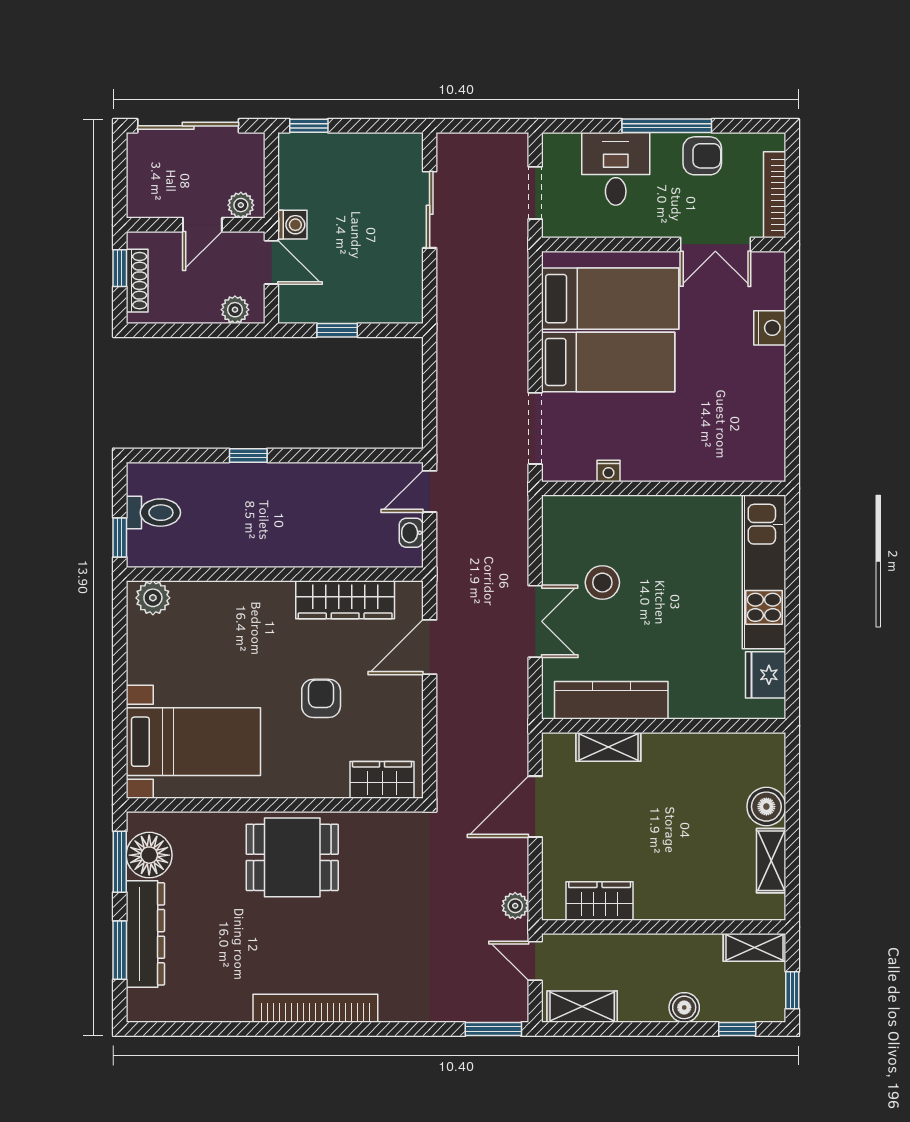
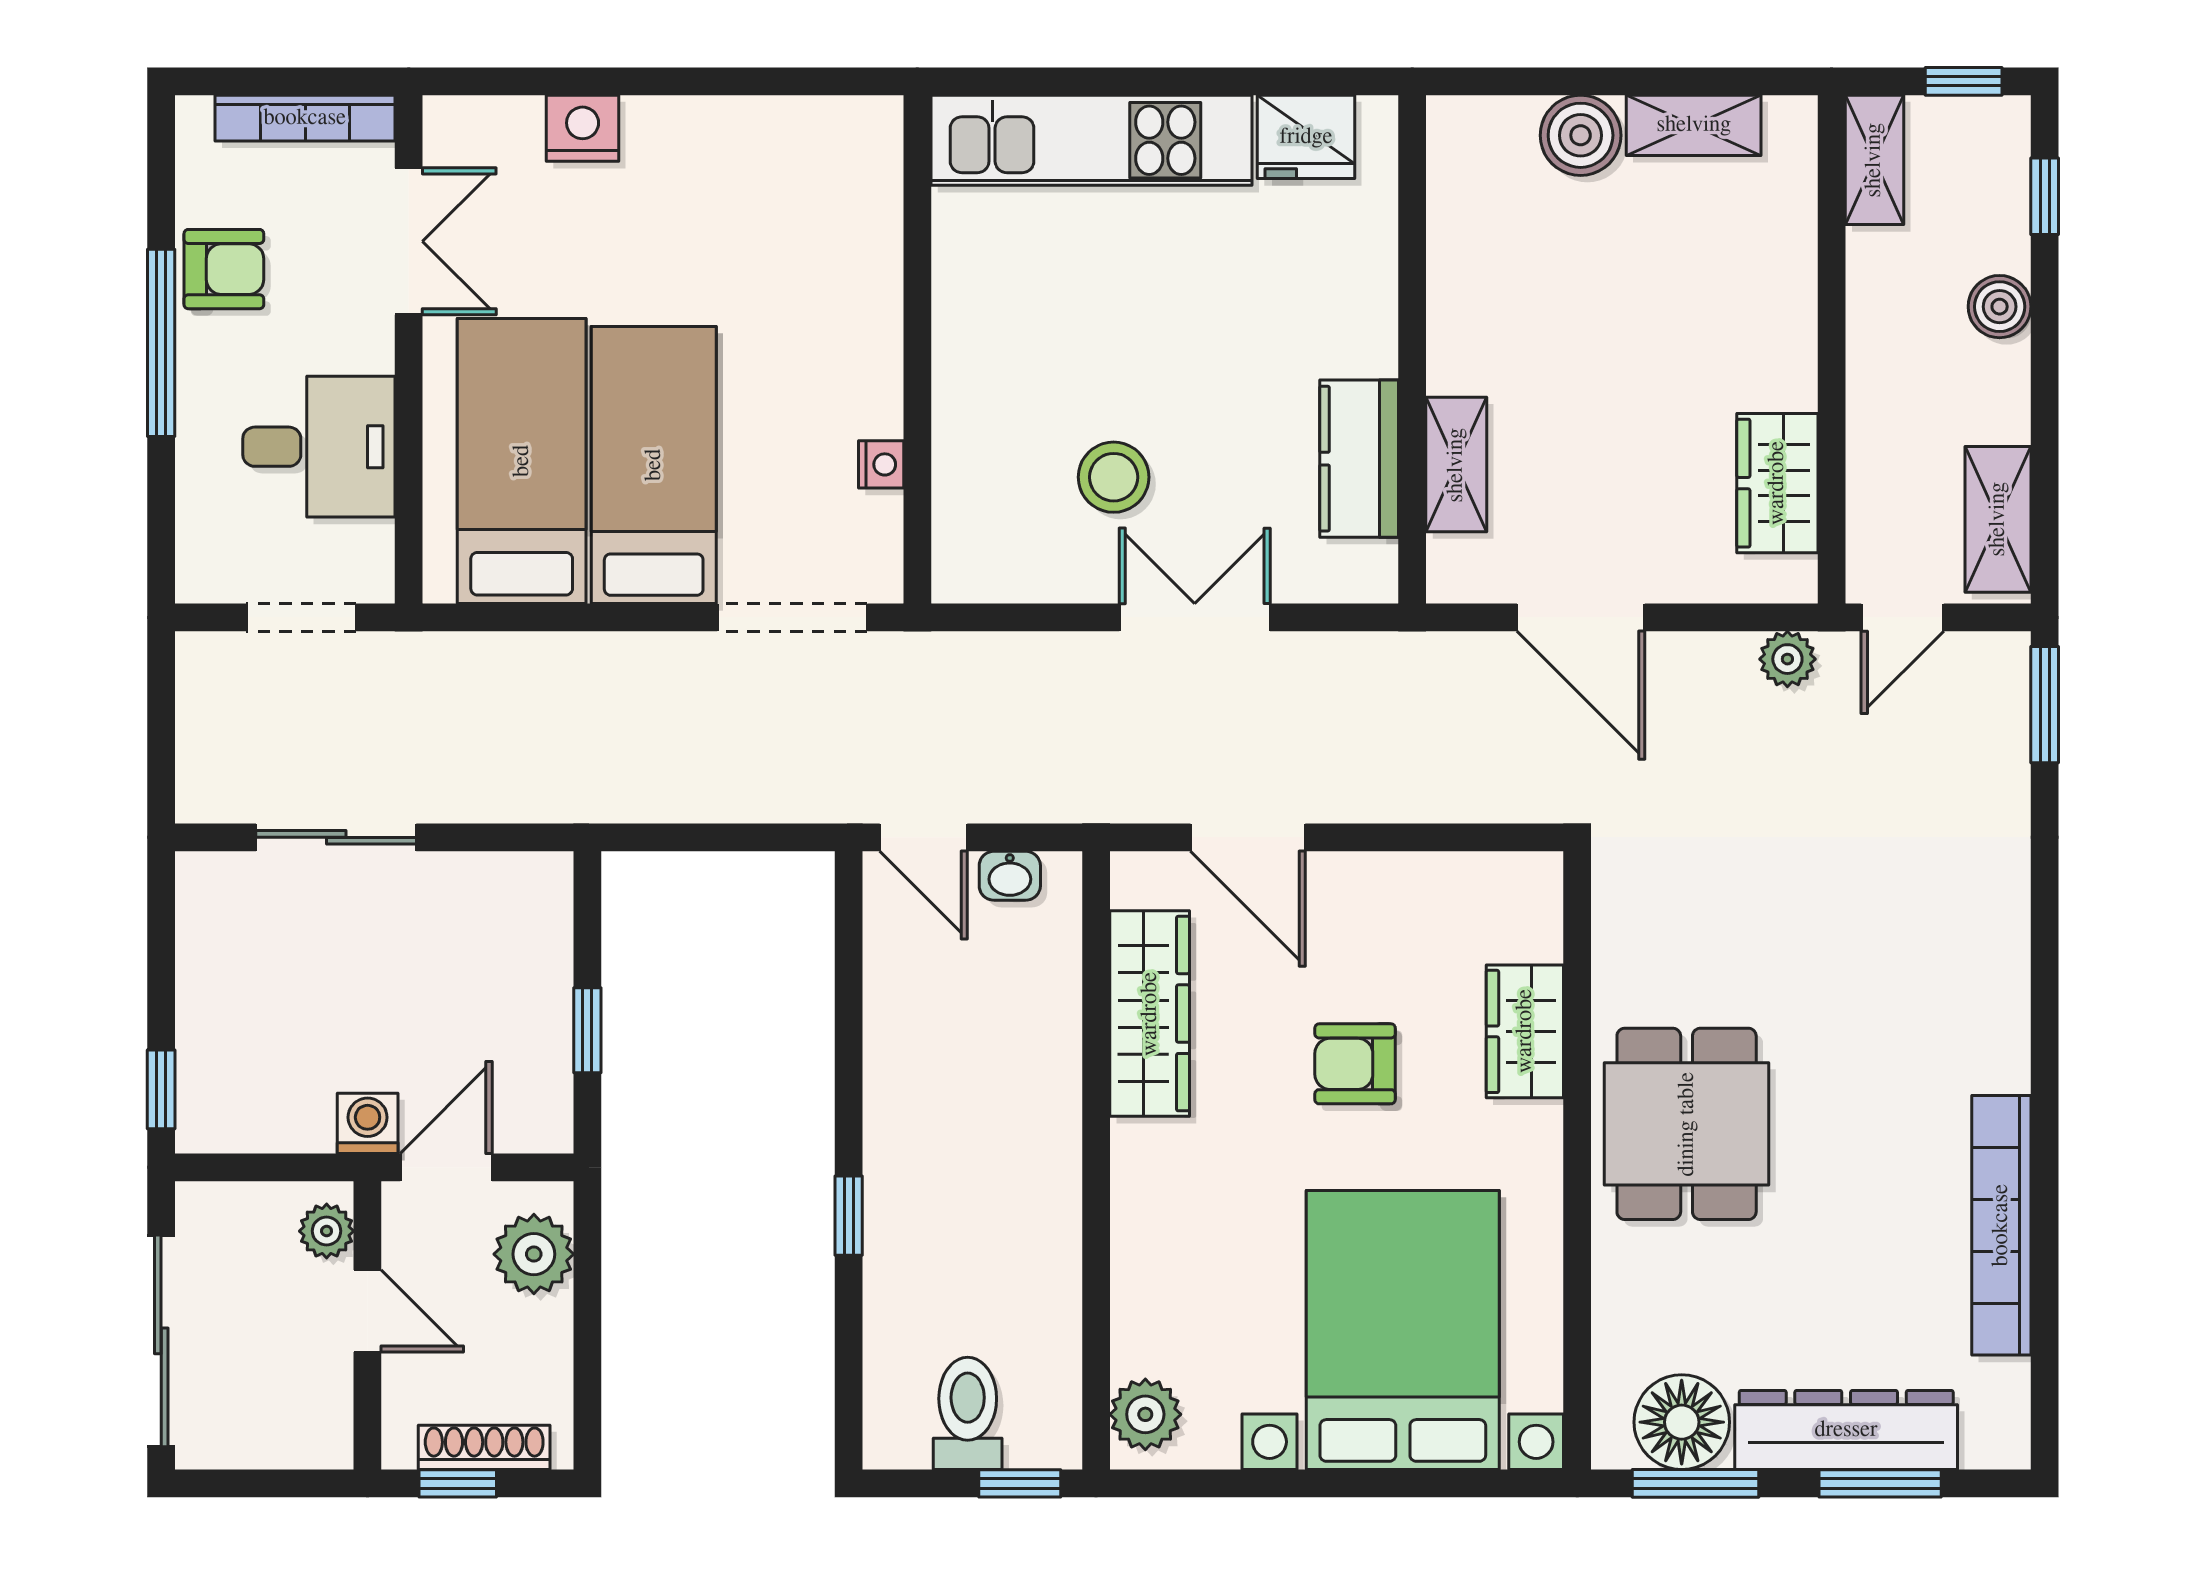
armchair: (702, 156) -> (224, 269), turned 90
desk: (616, 169) -> (319, 447), moved, turned 180
plant: (235, 310) -> (534, 1254), width x1.38, depth x1.38
kitchen counter: (611, 700) -> (1359, 459), width x0.67
bed with nightstands: (193, 742) -> (1403, 1330), width x1.36
wardrobe: (382, 780) -> (1525, 1031), moved
bookcase: (315, 1008) -> (2001, 1225), moved

